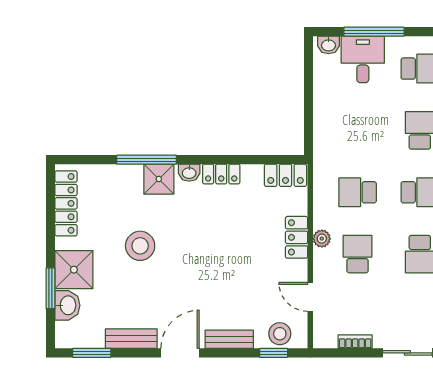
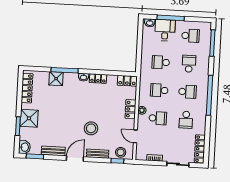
school desk: (358, 130) -> (161, 62), added
shower: (159, 179) -> (56, 79), moved
stool: (140, 246) -> (91, 128), moved
school desk: (358, 254) -> (158, 118), turned 90
washbasin: (67, 305) -> (24, 147), moved

